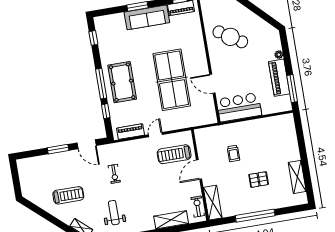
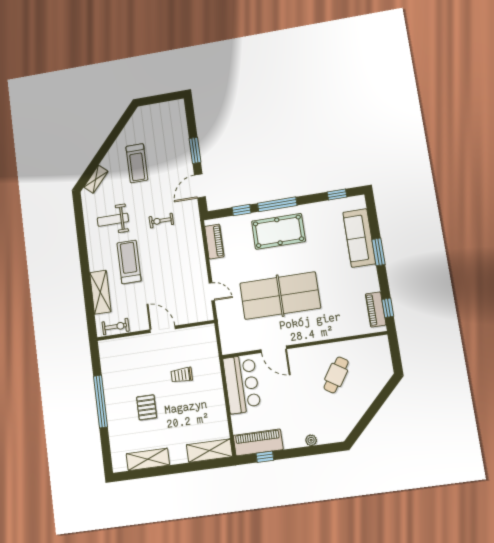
sofa: (147, 17) -> (359, 238), moved
cafe table: (230, 37) -> (336, 375), width x0.73, depth x0.74
piano: (279, 78) -> (258, 442), moved
door: (212, 84) -> (274, 349), swing flipped
window: (292, 89) -> (265, 457), width x0.46
door: (155, 135) -> (212, 292), moved
treadmill: (174, 154) -> (129, 262), moved
shelving: (213, 203) -> (209, 451), moved
weight bench: (114, 213) -> (113, 220), turned 180

